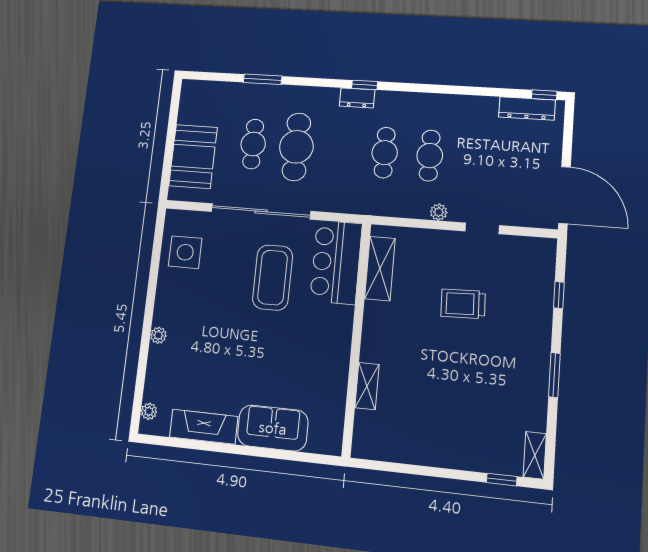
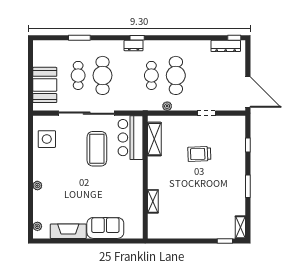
cafe table: (430, 156) -> (176, 75), width x1.37, depth x1.35
plant: (439, 212) -> (167, 106), moved

